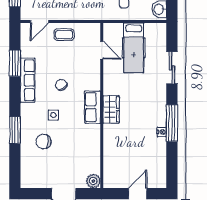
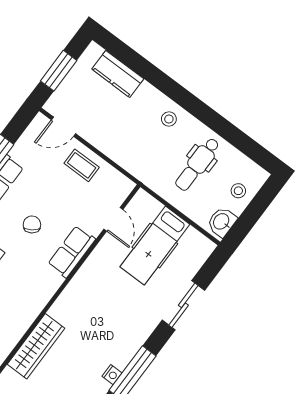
row of seats: (93, 107) -> (72, 252), moved
wardrobe: (111, 109) -> (36, 346), moved, width x1.50

